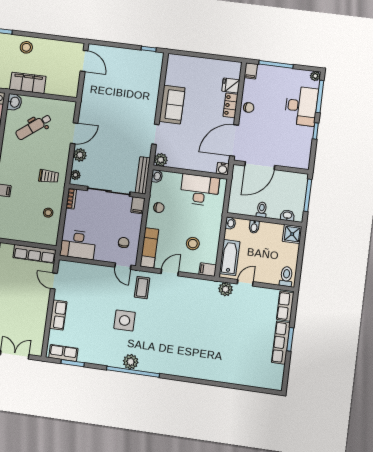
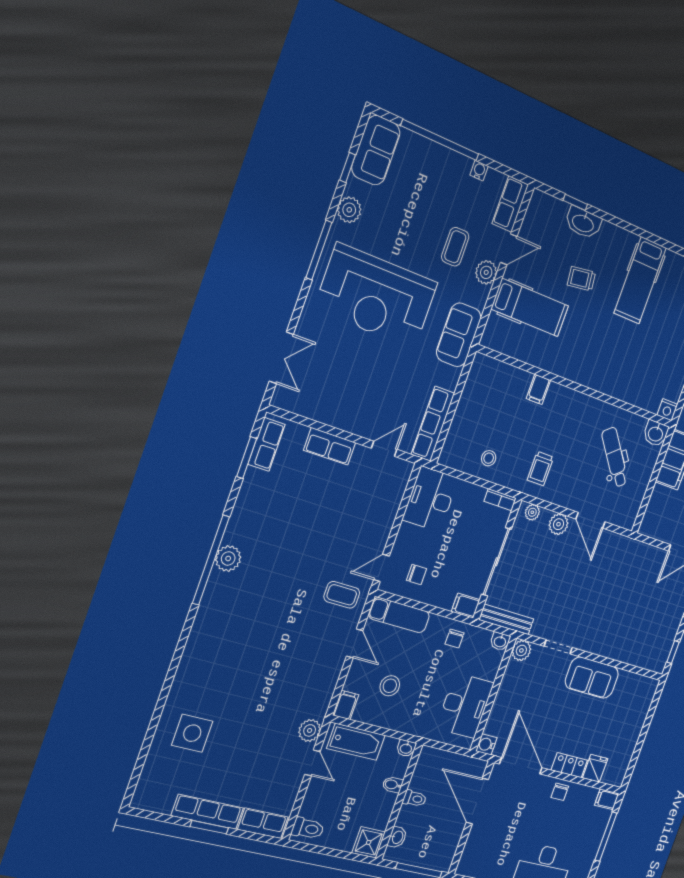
side table: (125, 320) -> (192, 733), moved

